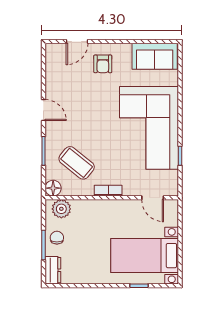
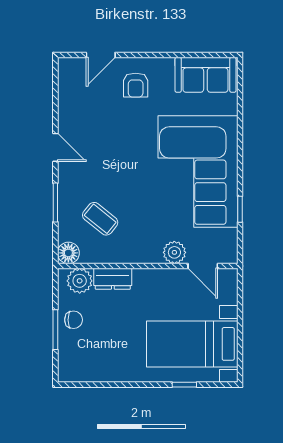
coffee table: (77, 163) -> (100, 219), width x0.73, depth x0.77
plant: (132, 188) -> (174, 252), added
bookcase: (108, 191) -> (143, 256), removed
chair: (57, 238) -> (74, 320), turned 90
dresser: (53, 270) -> (113, 279), moved, turned 90

